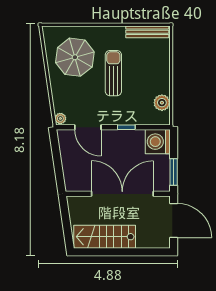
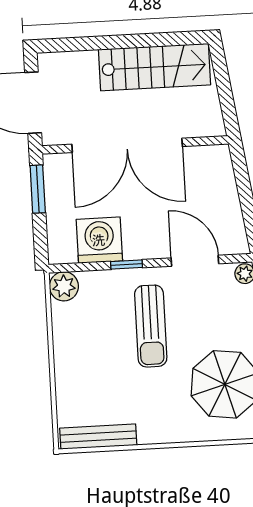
sun lounger: (113, 73) -> (151, 326), moved
plant: (162, 103) -> (64, 286), moved
washing machine: (158, 142) -> (99, 240), moved, turned -90

